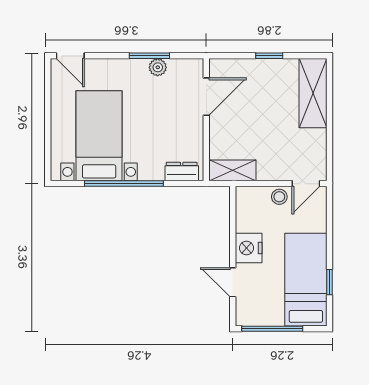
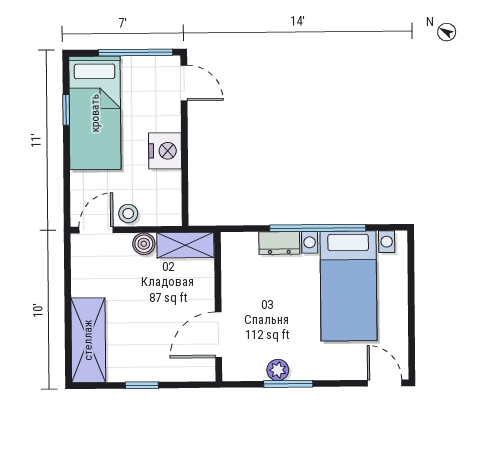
dresser: (182, 172) -> (279, 243), moved
boiler: (267, 172) -> (144, 244), added
door: (233, 282) -> (184, 83), moved

